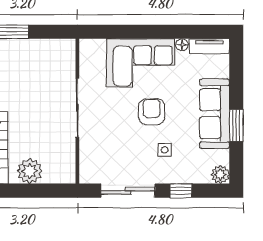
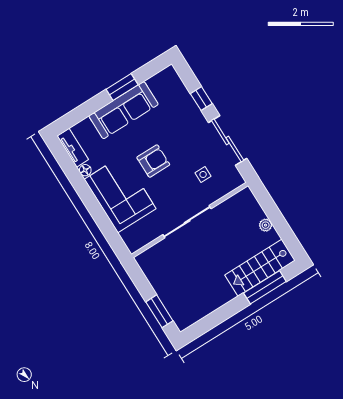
armchair: (152, 112) -> (153, 161), turned 180
side table: (165, 150) -> (203, 174), moved
plant: (30, 171) -> (266, 225), width x0.53, depth x0.53
plant: (220, 175) -> (169, 75), removed

